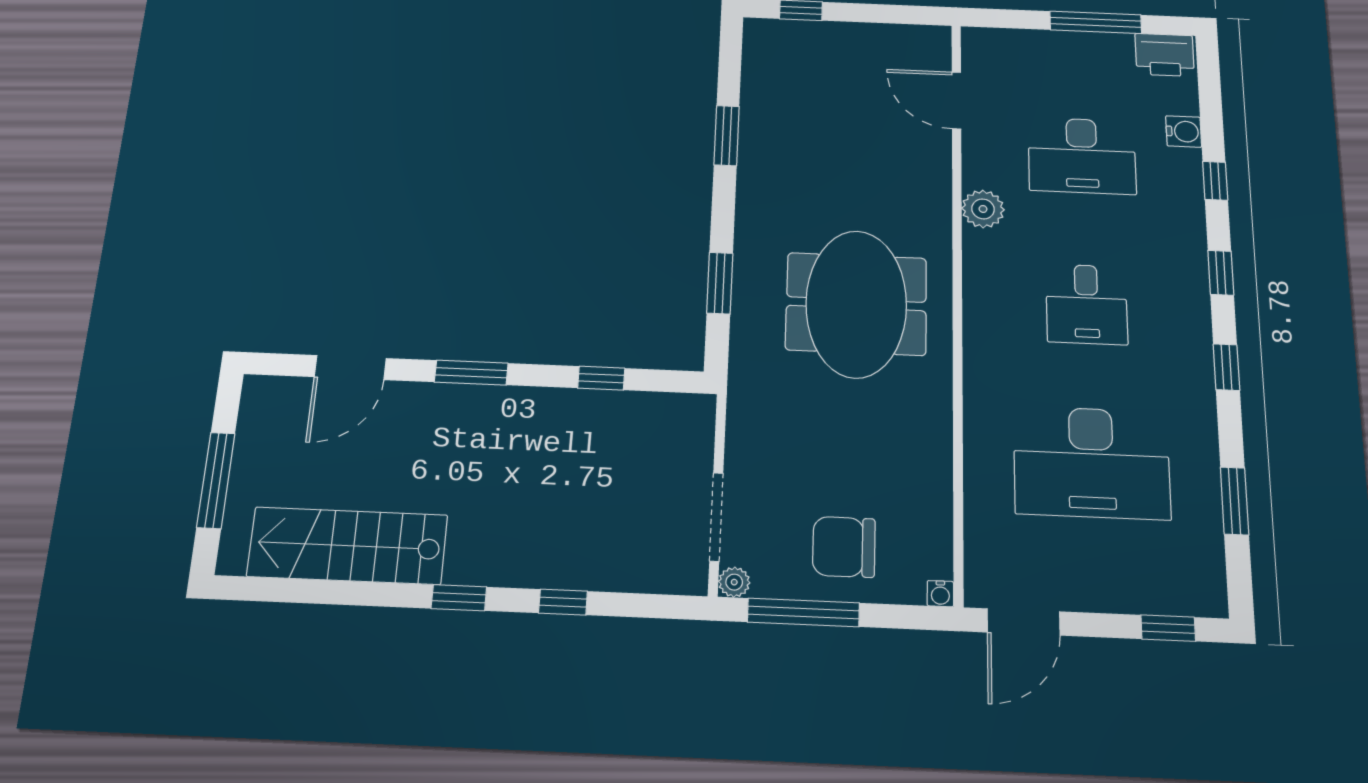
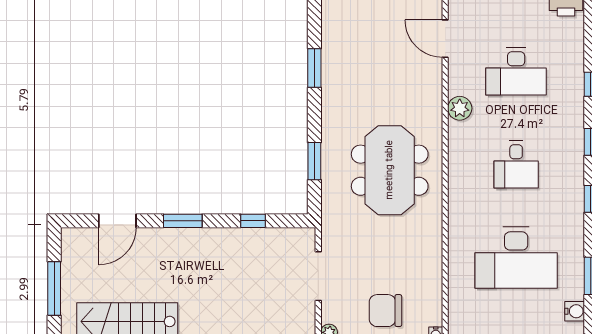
water cooler: (1184, 132) -> (575, 311), moved
doorway: (716, 517) -> (318, 276), moved

